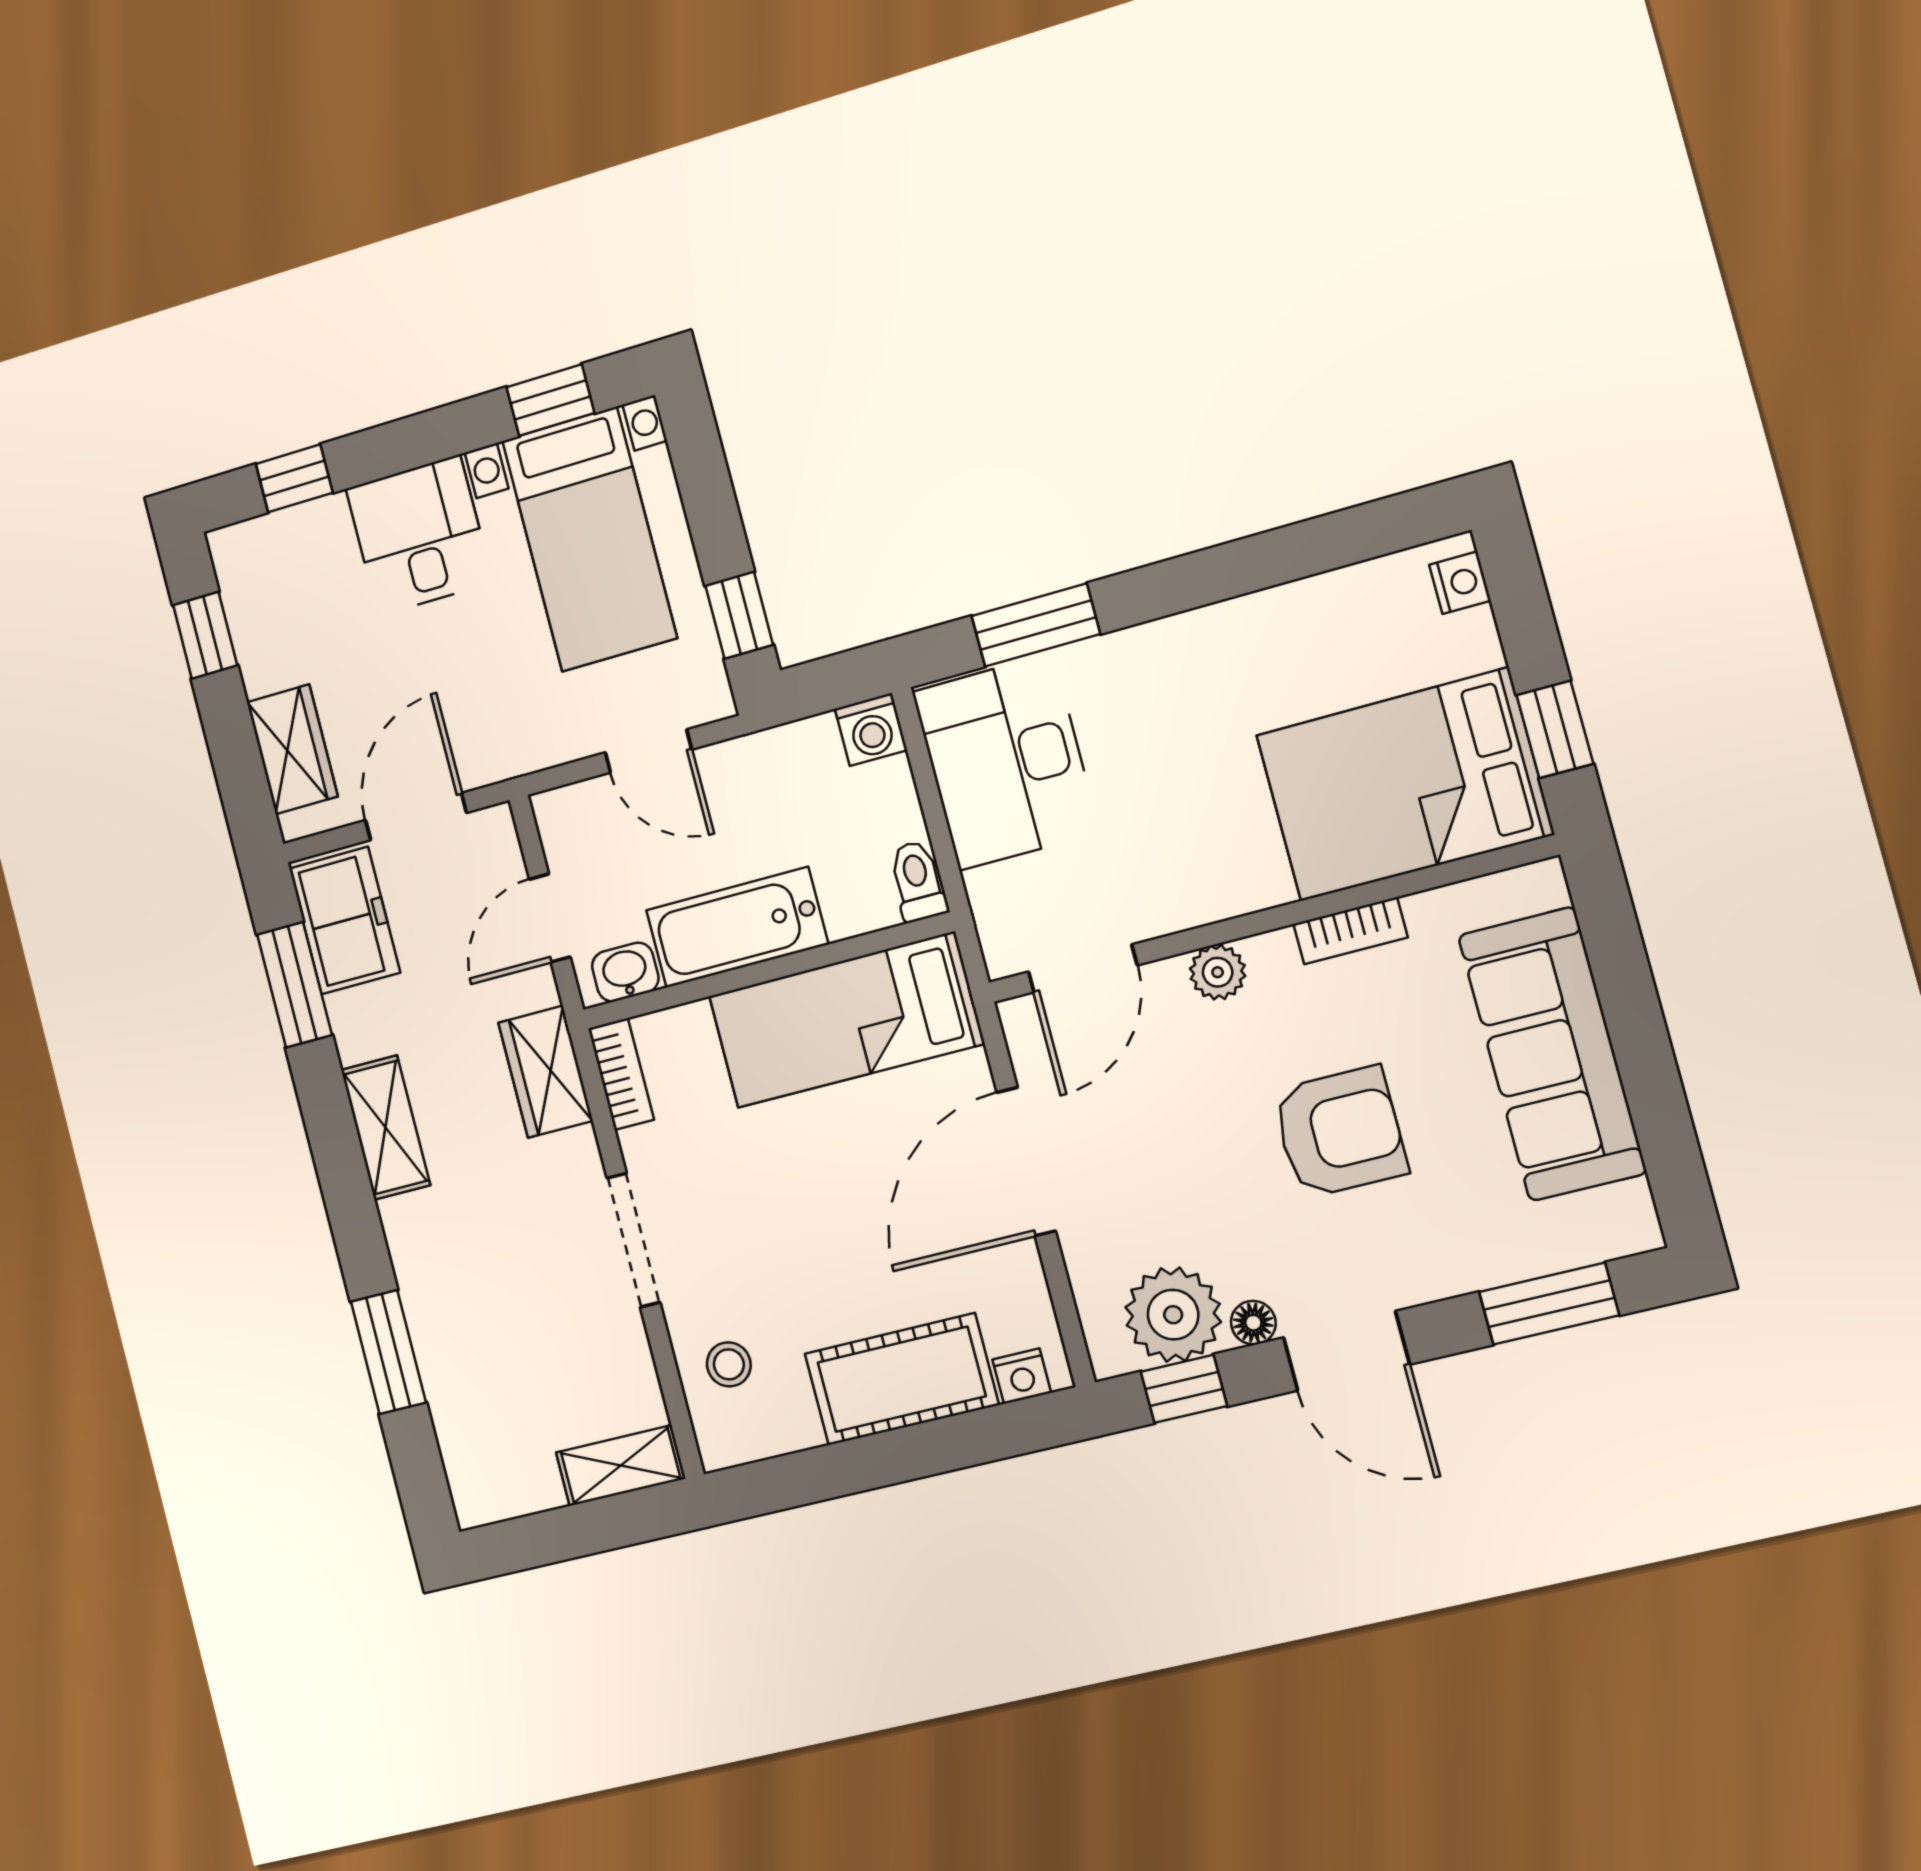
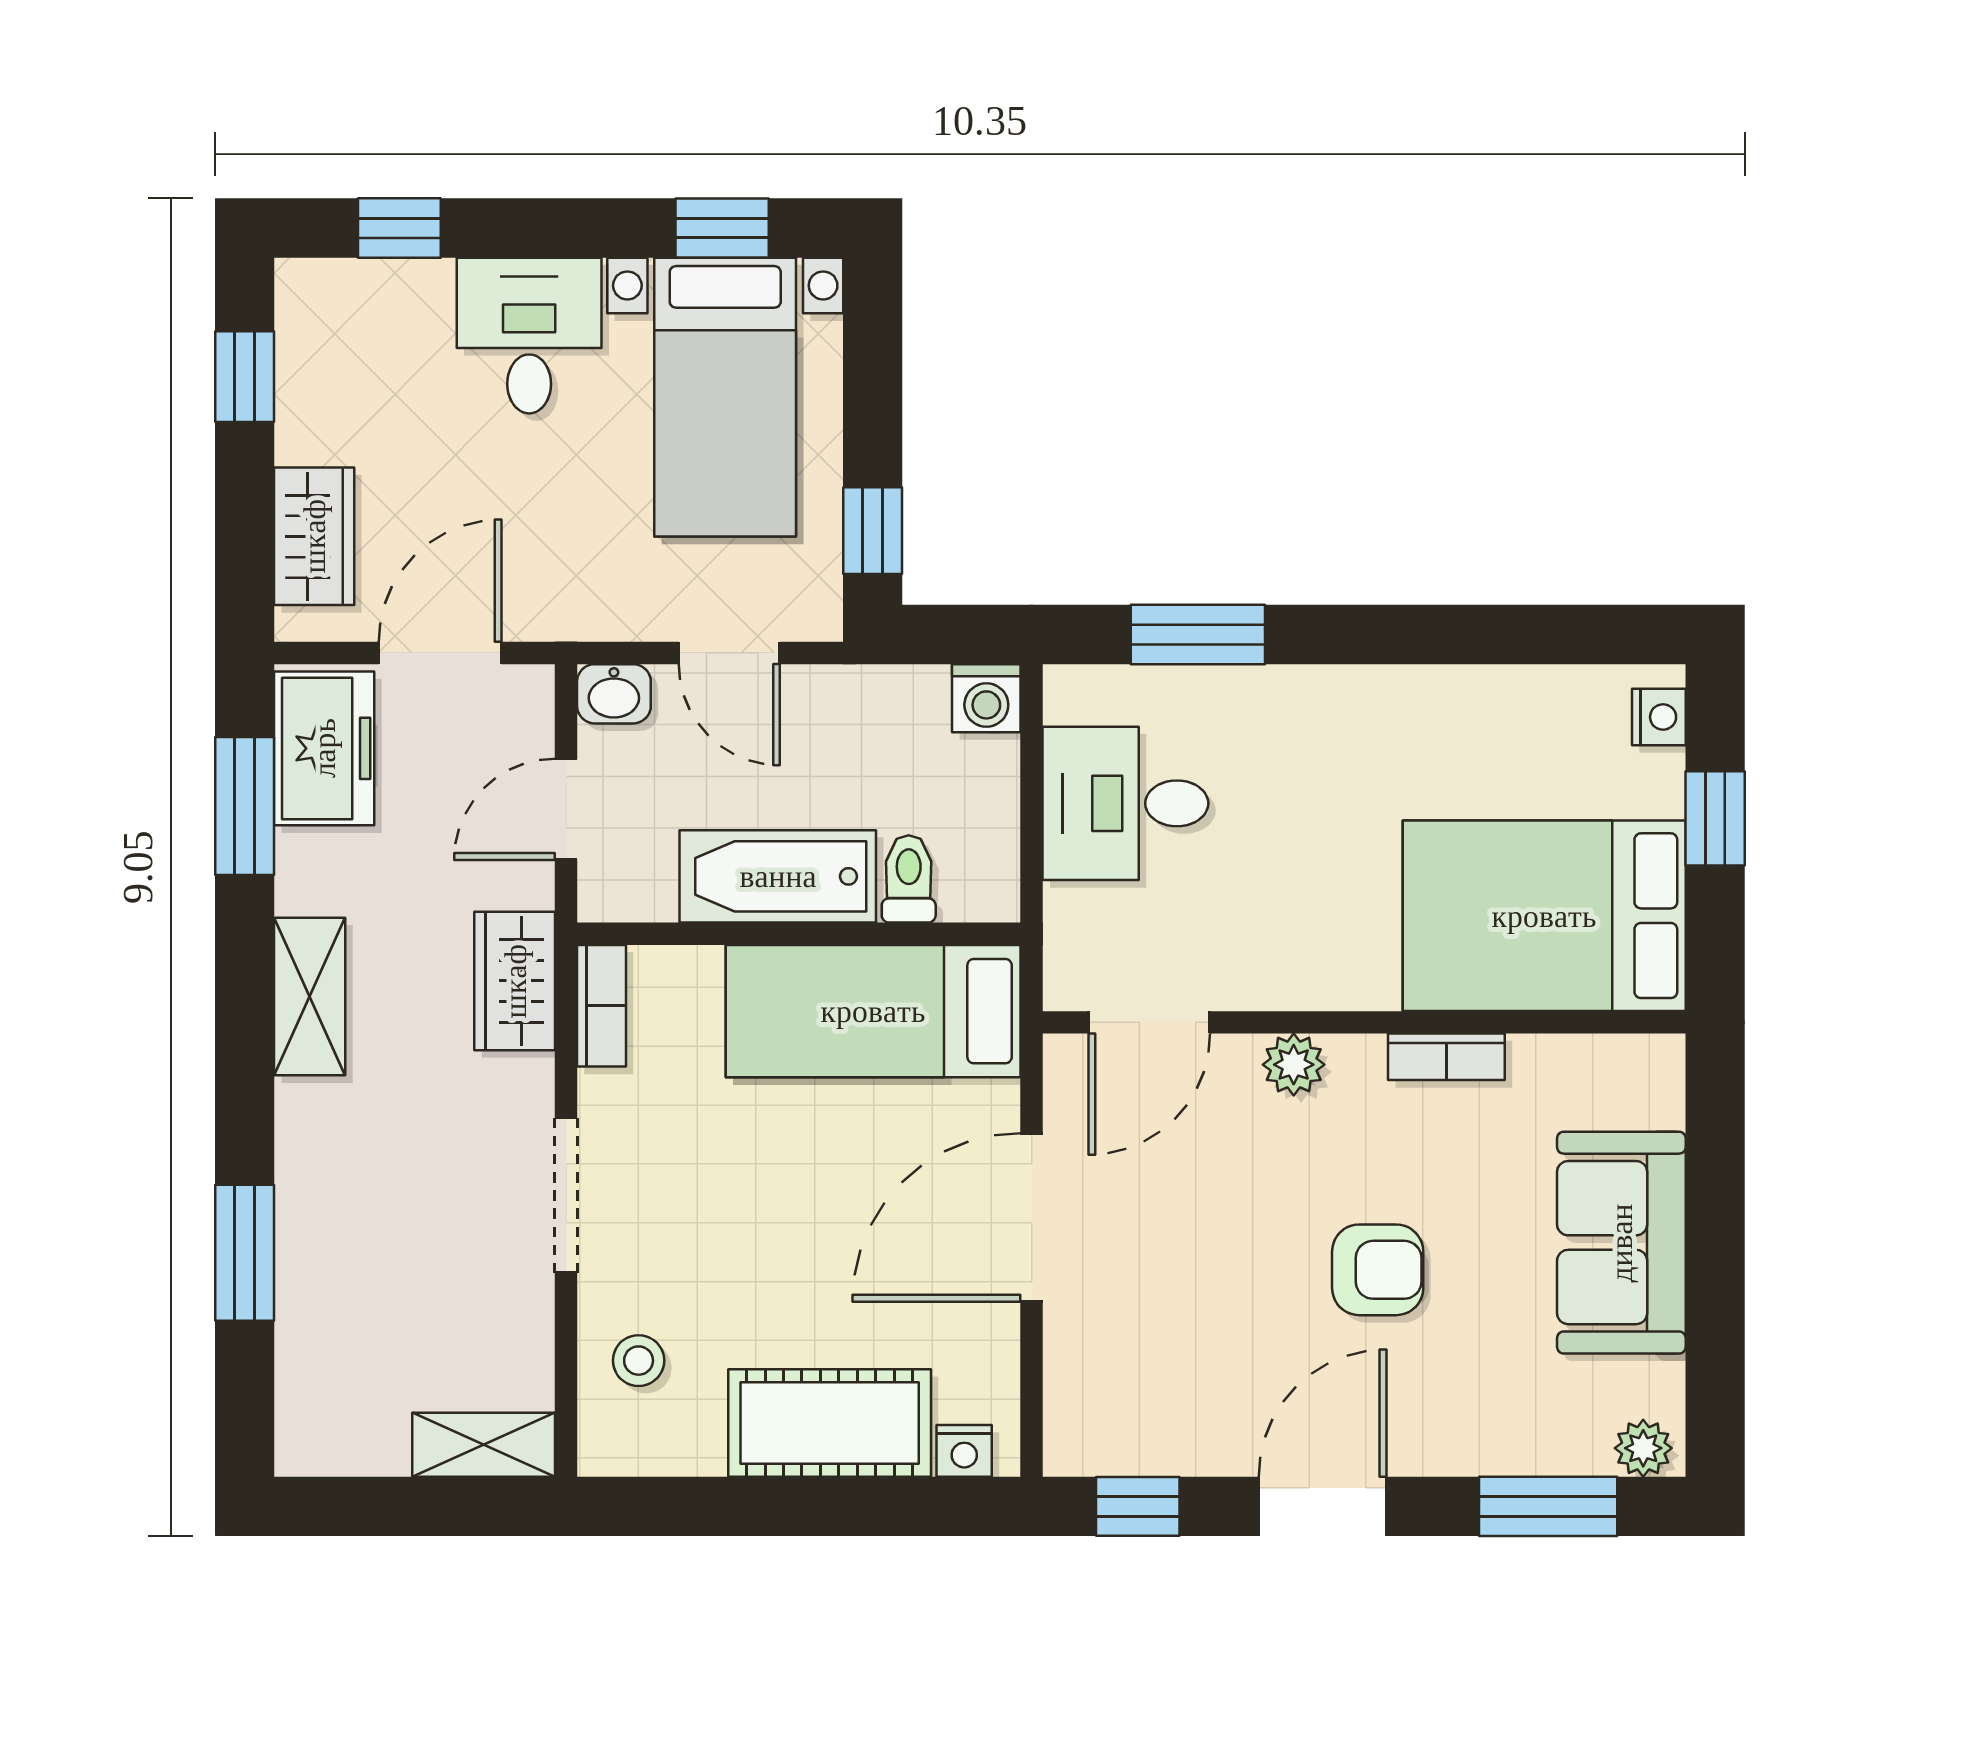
window: (1555, 729) -> (1715, 818), moved
desk: (1006, 762) -> (1125, 803), width x0.73
toilet: (918, 881) -> (909, 879), moved
washbasin: (625, 972) -> (614, 694), moved, turned 180
sofa: (1552, 1054) -> (1621, 1243), width x0.73
armchair: (1340, 1132) -> (1378, 1270), width x0.72, depth x0.72
plant: (1173, 1315) -> (1643, 1448), moved, width x0.53, depth x0.53
floor lamp: (1253, 1323) -> (1231, 1452), removed
door: (1346, 1351) -> (1323, 1506), swing flipped

